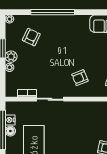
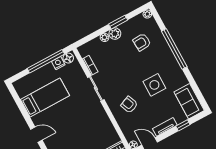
armchair: (31, 37) -> (142, 42), turned 151
side table: (75, 46) -> (154, 85), added
floor lamp: (10, 131) -> (68, 58), moved

